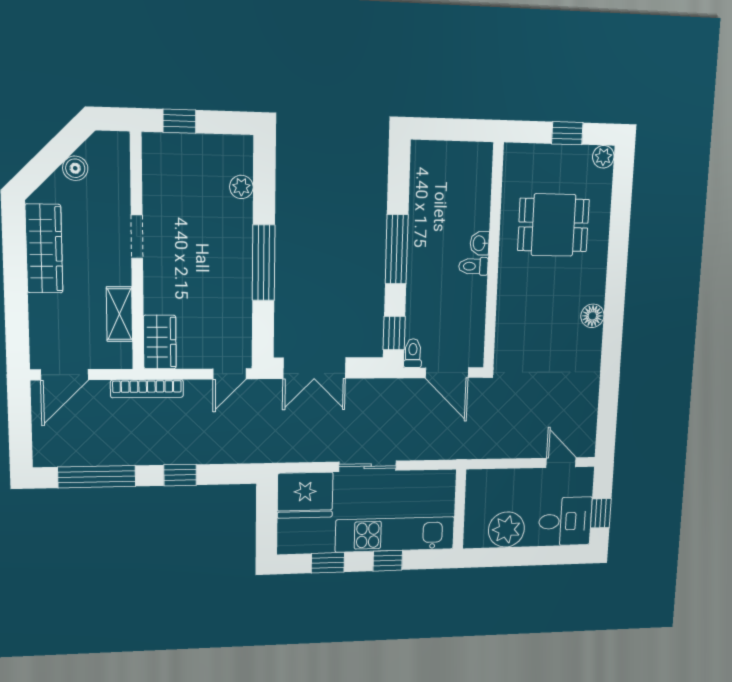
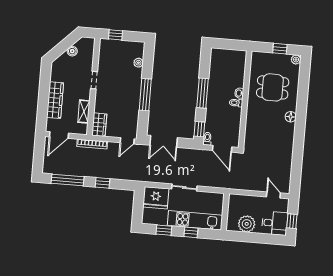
wardrobe: (44, 249) -> (55, 100), moved
floor lamp: (592, 316) -> (291, 117), moved

